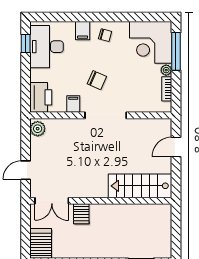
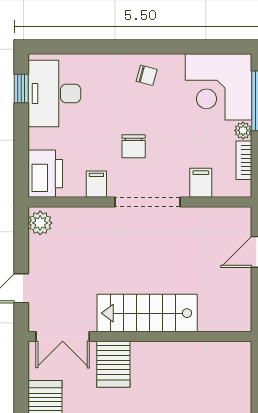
filing cabinet: (83, 31) -> (201, 183), moved, turned 180
chair: (97, 80) -> (134, 146), turned 66
stairs: (140, 186) -> (147, 313), moved
server rack: (81, 214) -> (113, 364), width x1.36, depth x1.44

